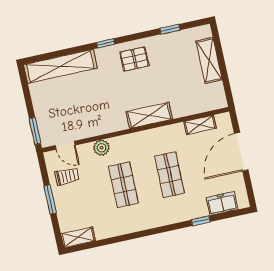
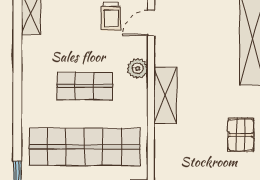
shelving: (149, 115) -> (165, 95), moved
shop shelf: (170, 175) -> (85, 147), width x2.00, depth x1.36

